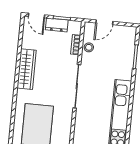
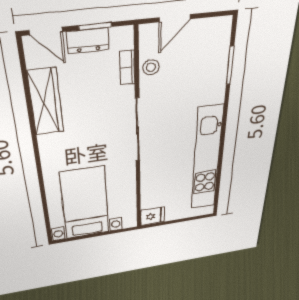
wardrobe: (27, 69) -> (46, 102), moved

